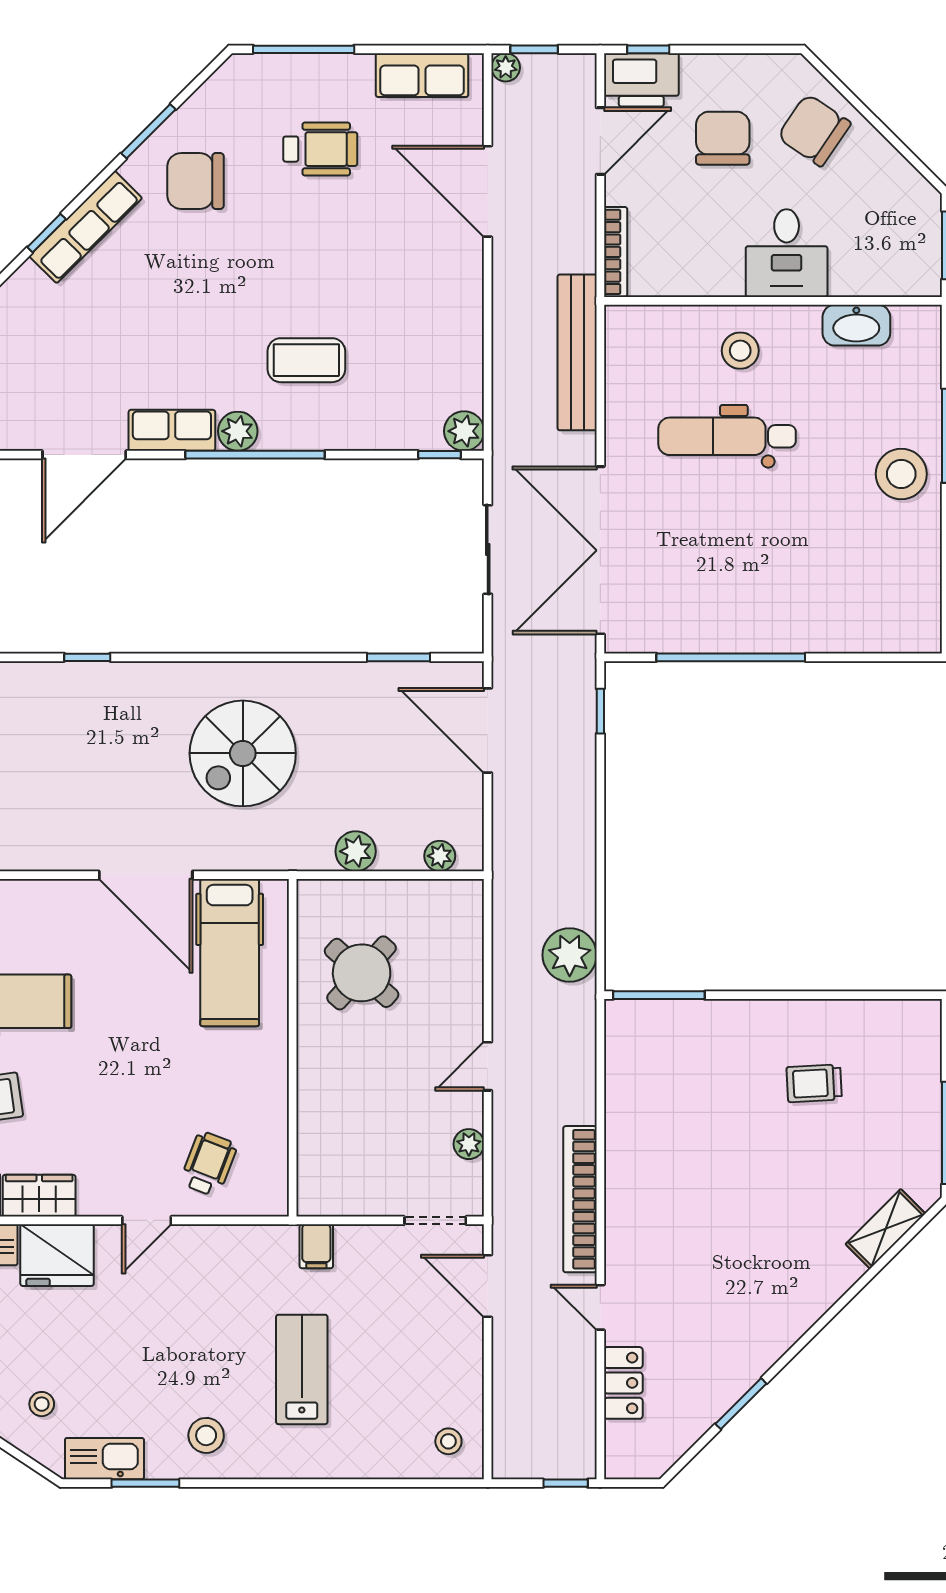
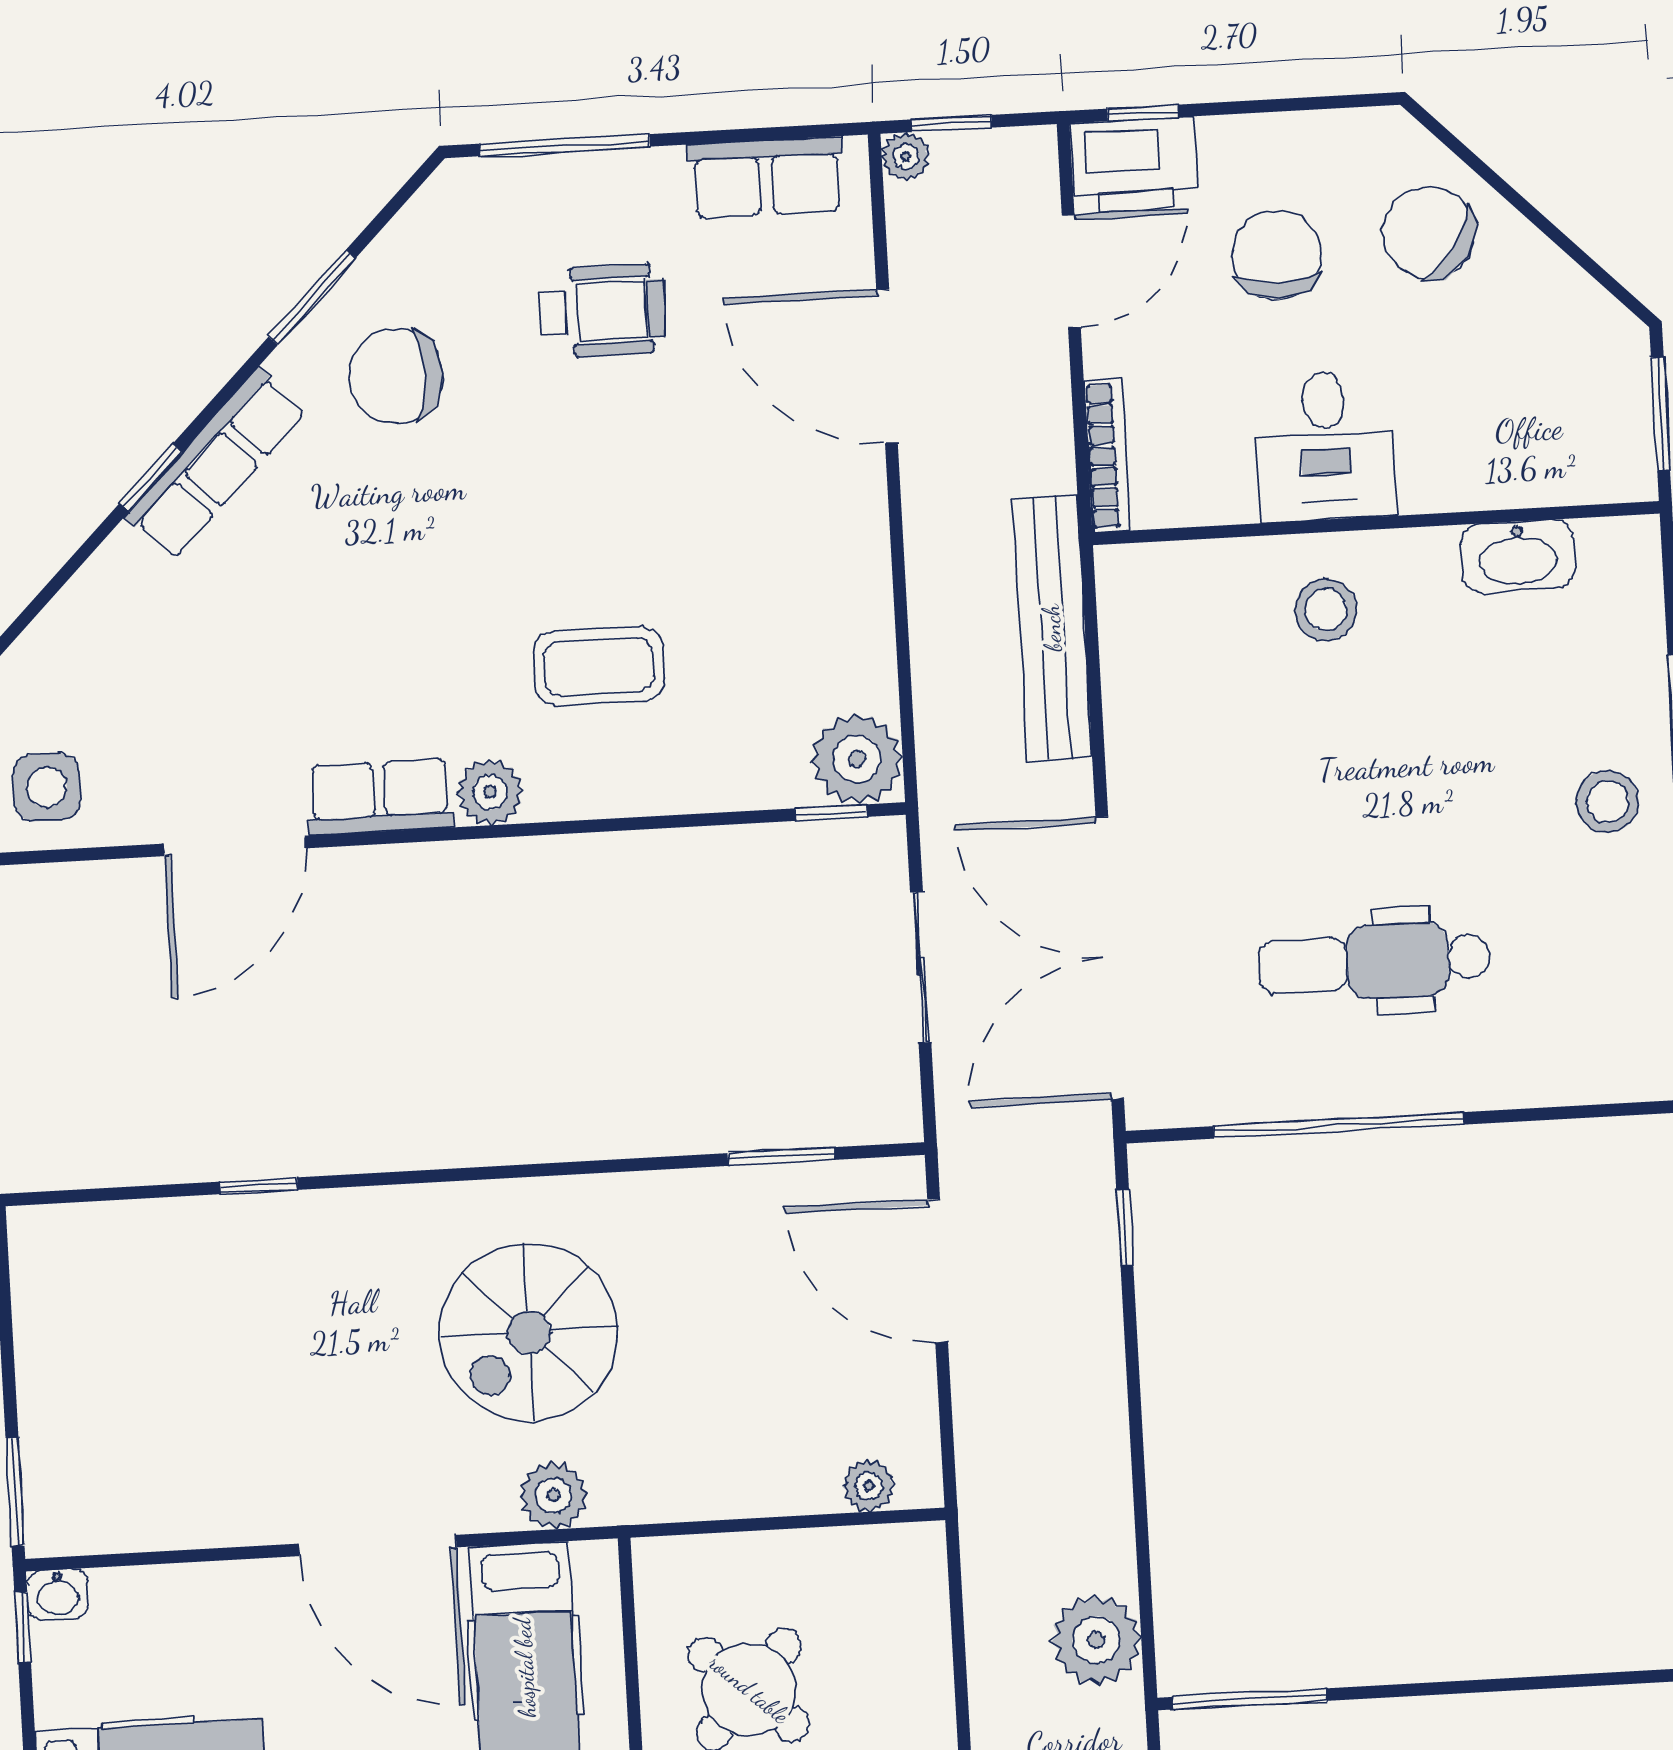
desk: (787, 253) -> (1326, 446), moved
plant: (464, 431) -> (857, 759), width x1.36, depth x1.36
dental chair: (727, 436) -> (1374, 962), moved
window: (255, 455) -> (521, 830), removed
stool: (901, 474) -> (1608, 802), width x0.73, depth x0.73
plant: (356, 851) -> (553, 1496), moved

